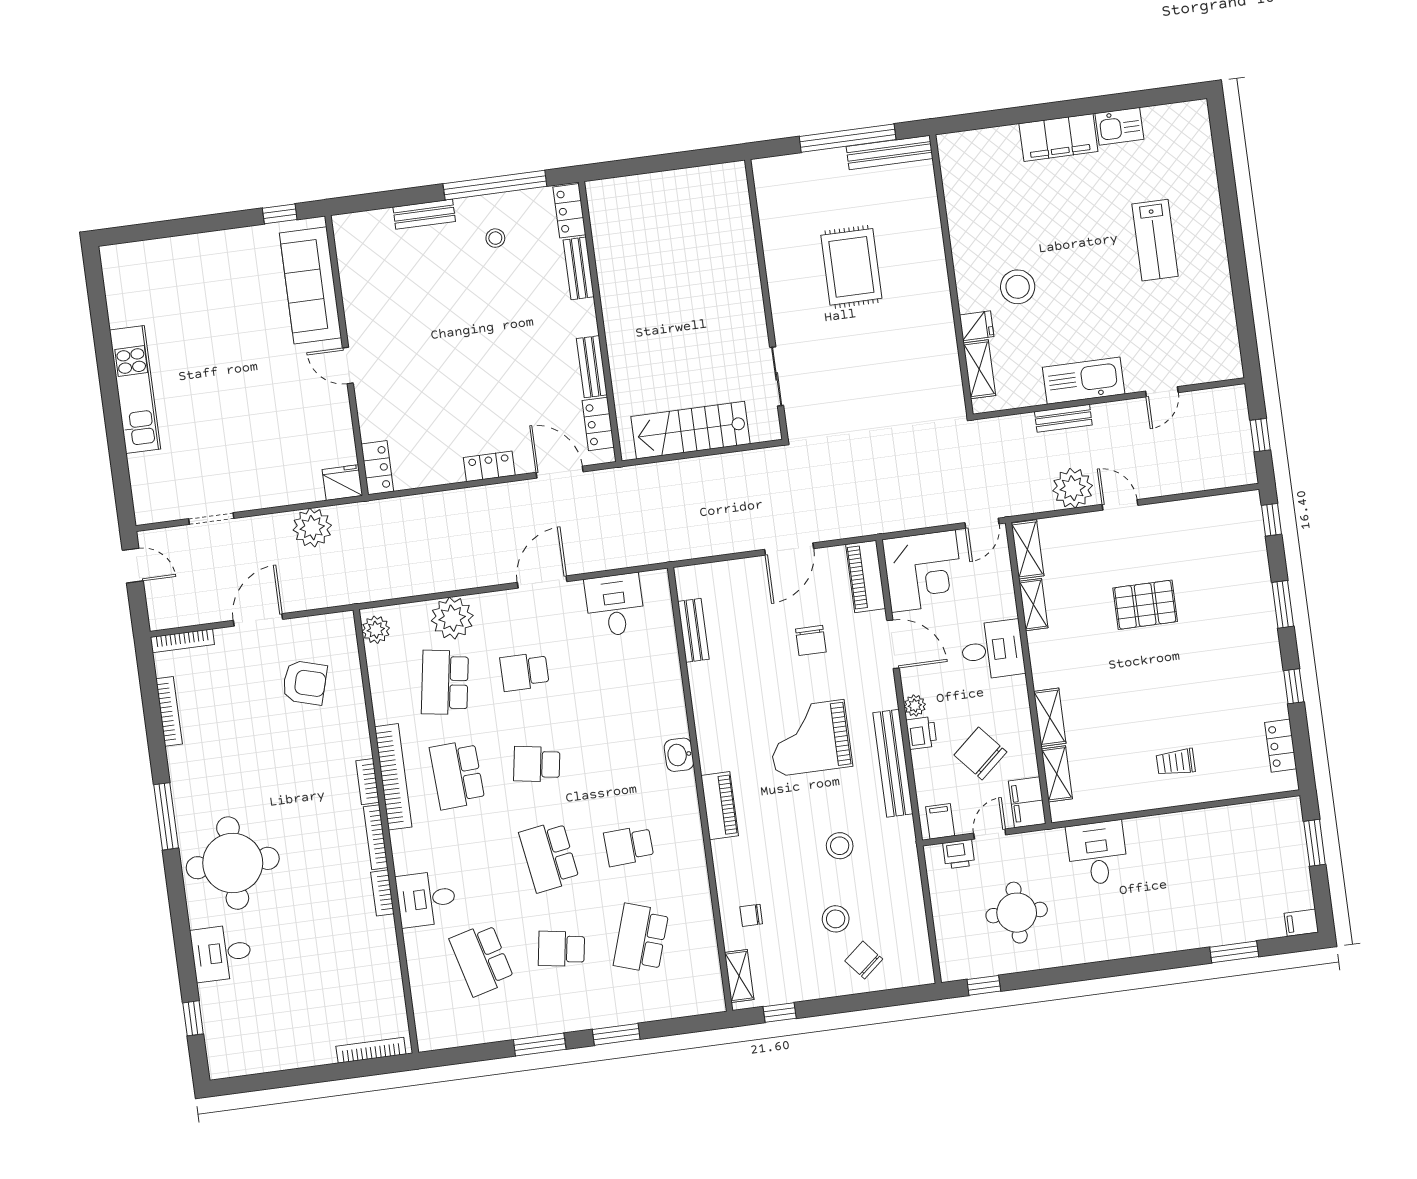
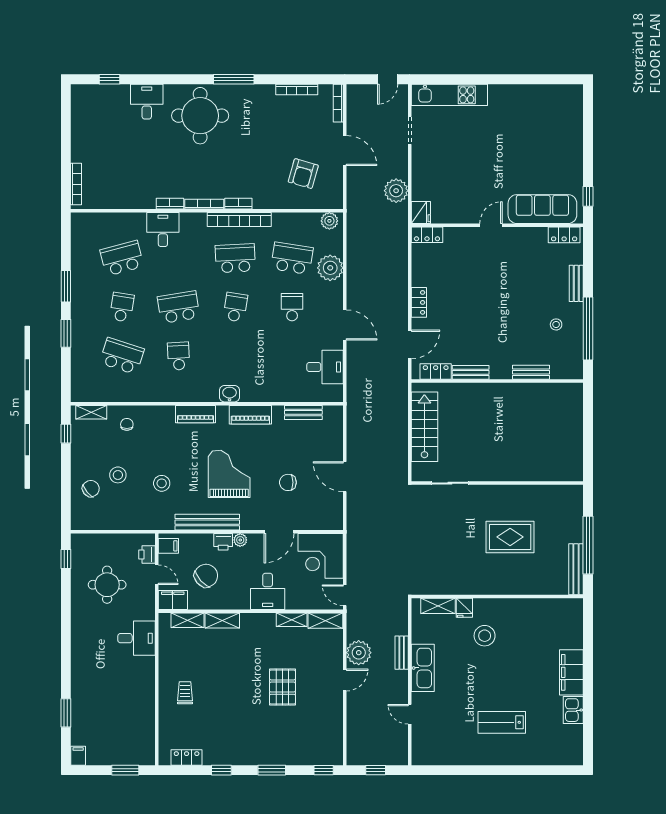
locker: (569, 211) -> (564, 235), moved, turned 180
kitchen unit: (135, 390) -> (449, 95), moved
piano: (866, 576) -> (250, 415), moved, turned 180

